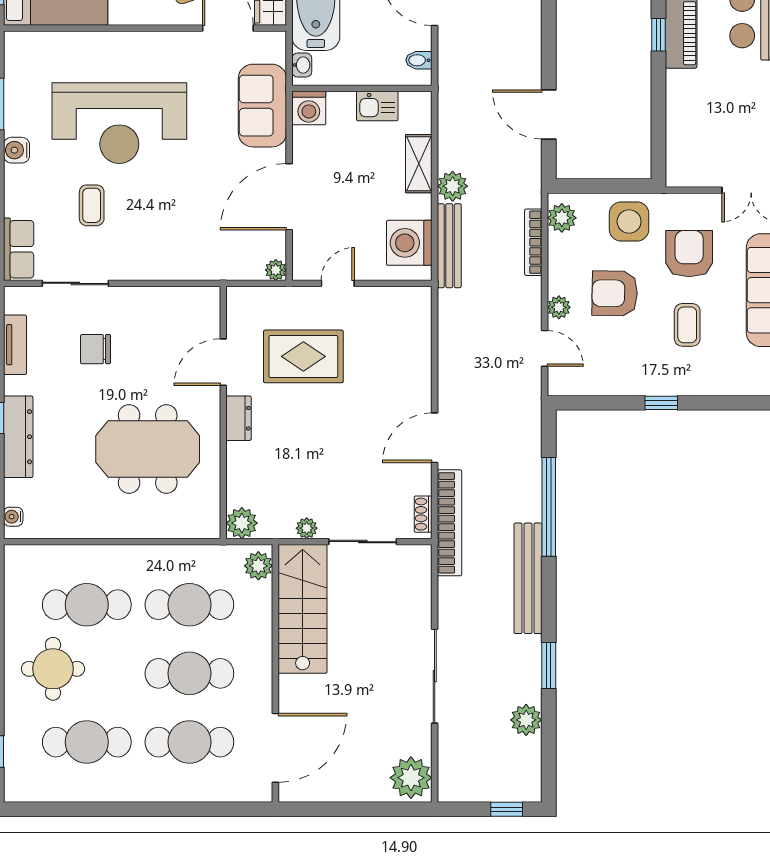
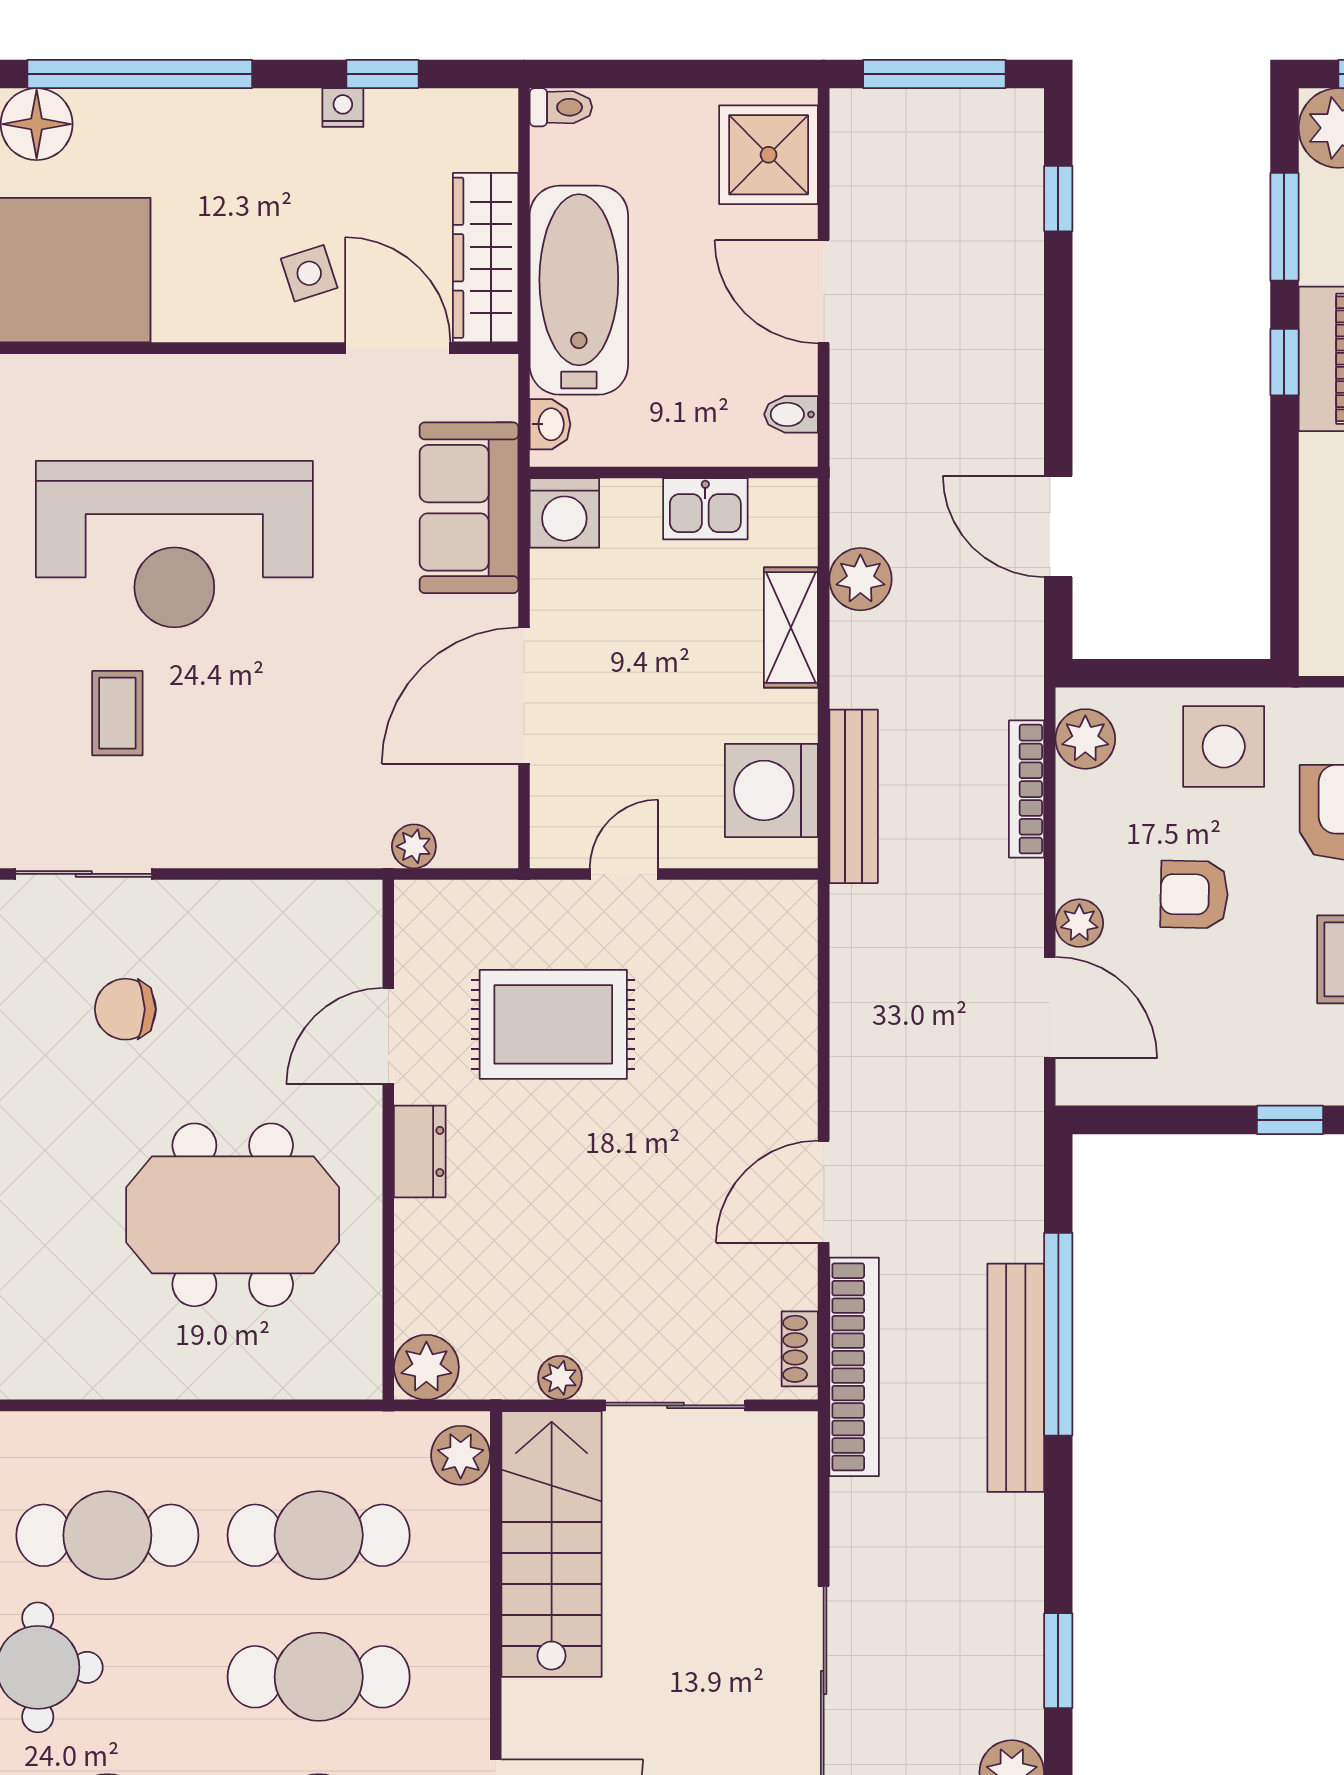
plant: (453, 186) -> (860, 579), moved
plant: (276, 270) -> (414, 846), moved
armchair: (615, 293) -> (1194, 894), width x0.72, depth x0.72
door: (545, 348) -> (1050, 1008), width x1.38
bench: (528, 578) -> (1016, 1378), moved

